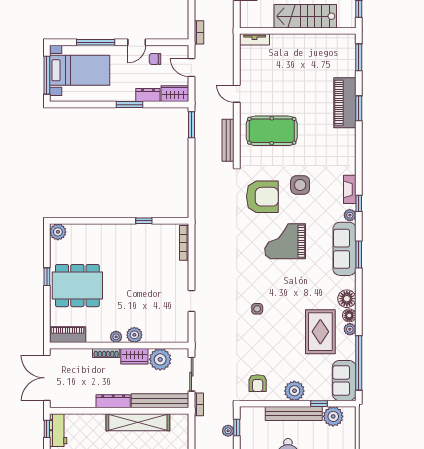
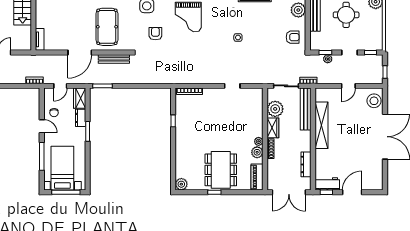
door: (237, 94) -> (80, 53), width x1.87
armchair: (262, 197) -> (155, 34), width x0.53, depth x0.53
plant: (134, 335) -> (257, 152), moved
dresser: (113, 401) -> (306, 164), moved

